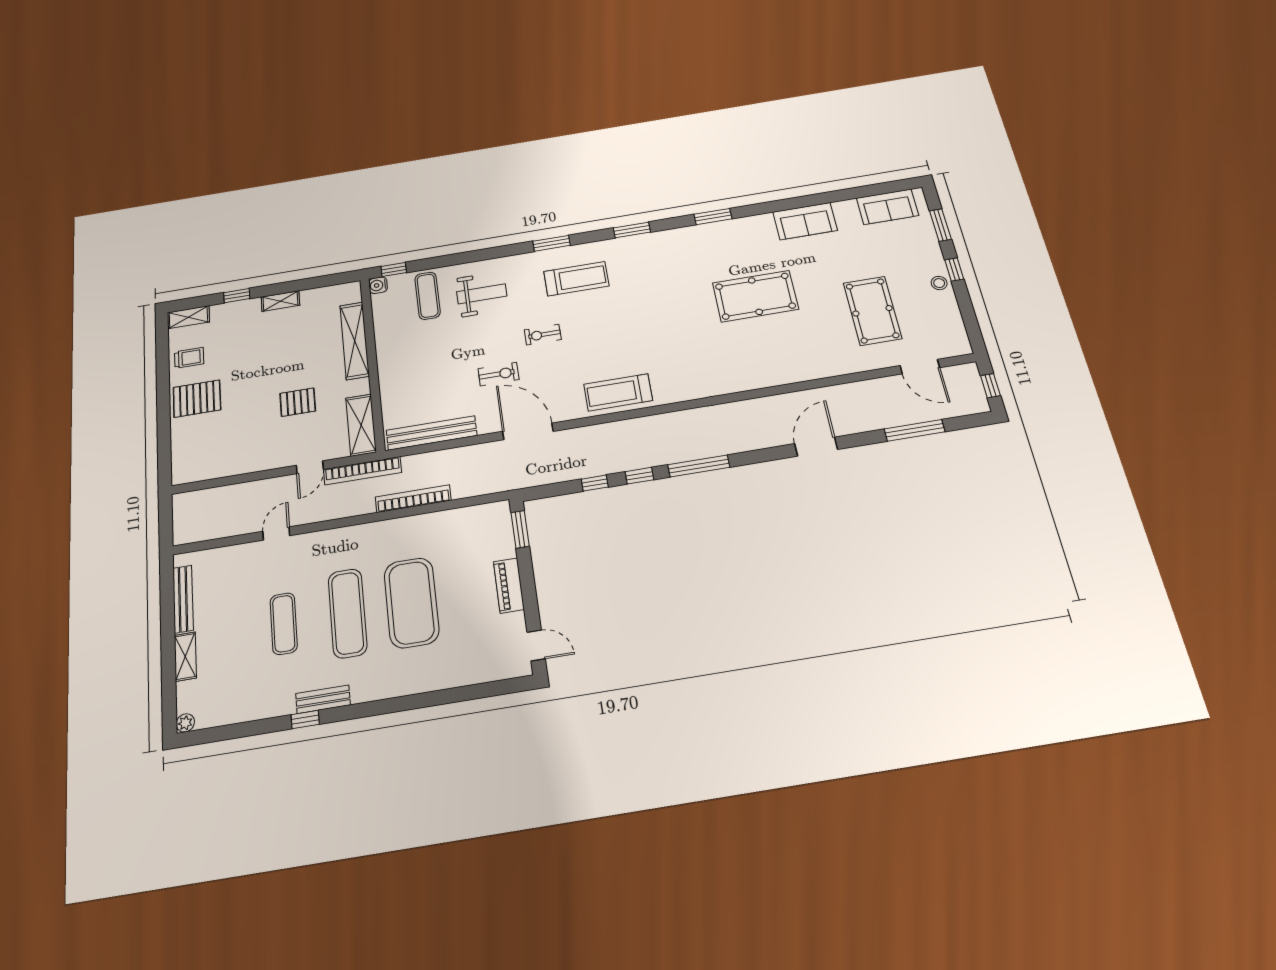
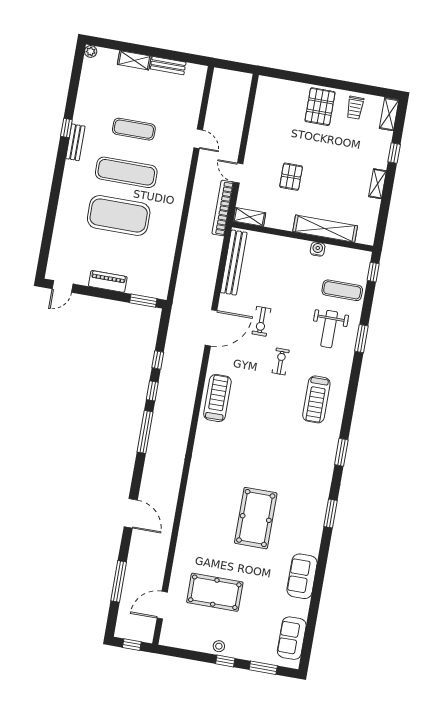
window: (552, 243) -> (361, 339), moved
water cooler: (378, 285) -> (318, 249), moved
shelving: (361, 425) -> (249, 217), width x0.67, depth x0.75
bookcase: (413, 499) -> (190, 237), removed
bench: (183, 599) -> (168, 66), width x0.73

